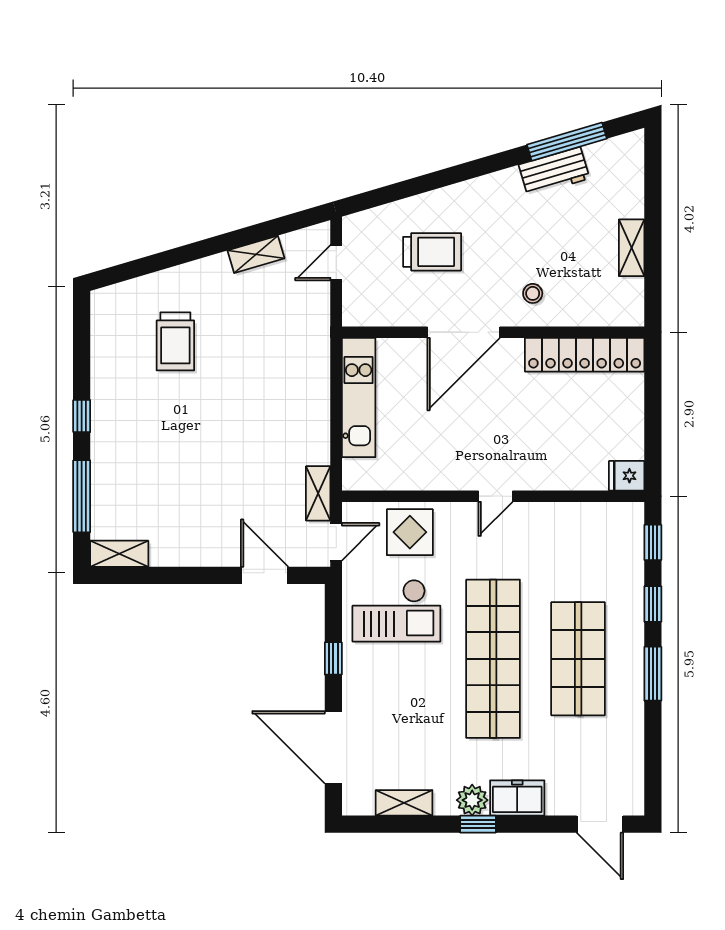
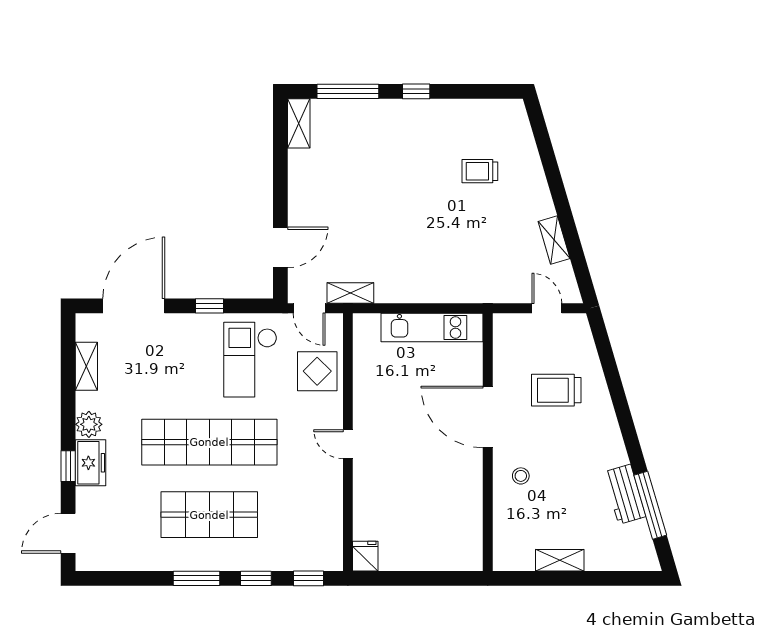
trolley: (432, 252) -> (556, 390), turned 90
trolley: (175, 341) -> (480, 171), width x0.73, depth x0.72
locker: (585, 355) -> (469, 520), removed
window: (478, 824) -> (68, 466), moved

